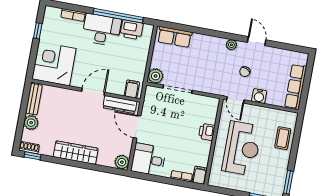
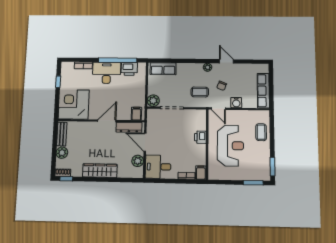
coffee table: (216, 75) -> (200, 92), added
plant: (122, 162) -> (138, 161), moved

